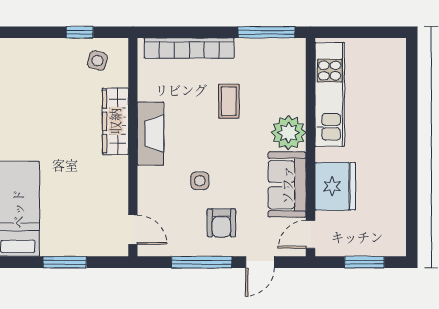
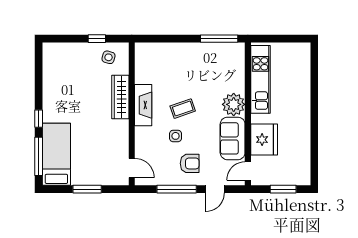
bookcase: (189, 48) -> (169, 49), removed
coffee table: (229, 101) -> (183, 109), moved, turned 71
armchair: (221, 223) -> (190, 163), turned -90

